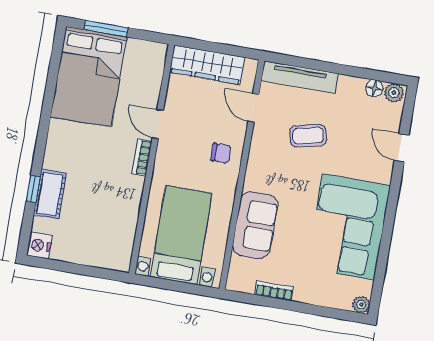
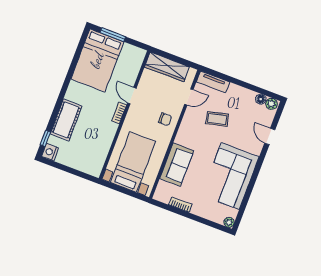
tv unit: (300, 77) -> (213, 82), width x0.71
door: (253, 108) -> (189, 97), swing flipped
window: (33, 189) -> (45, 138), moved
cot: (50, 194) -> (66, 120), width x1.37, depth x1.34

